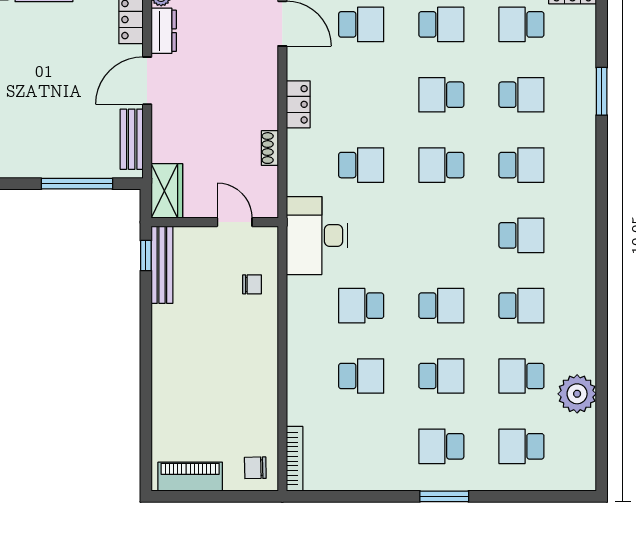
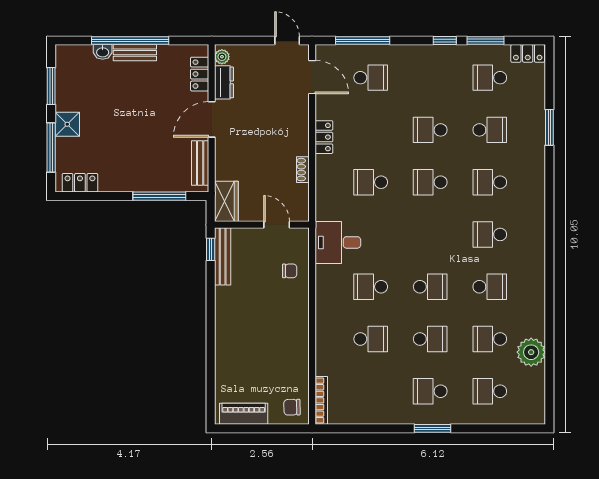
school desk: (441, 24) -> (430, 78), removed
school desk: (361, 165) -> (371, 182), turned 180
school desk: (521, 165) -> (490, 182), turned 180
school desk: (521, 235) -> (490, 234), turned 180
desk: (317, 236) -> (338, 242), width x0.73

